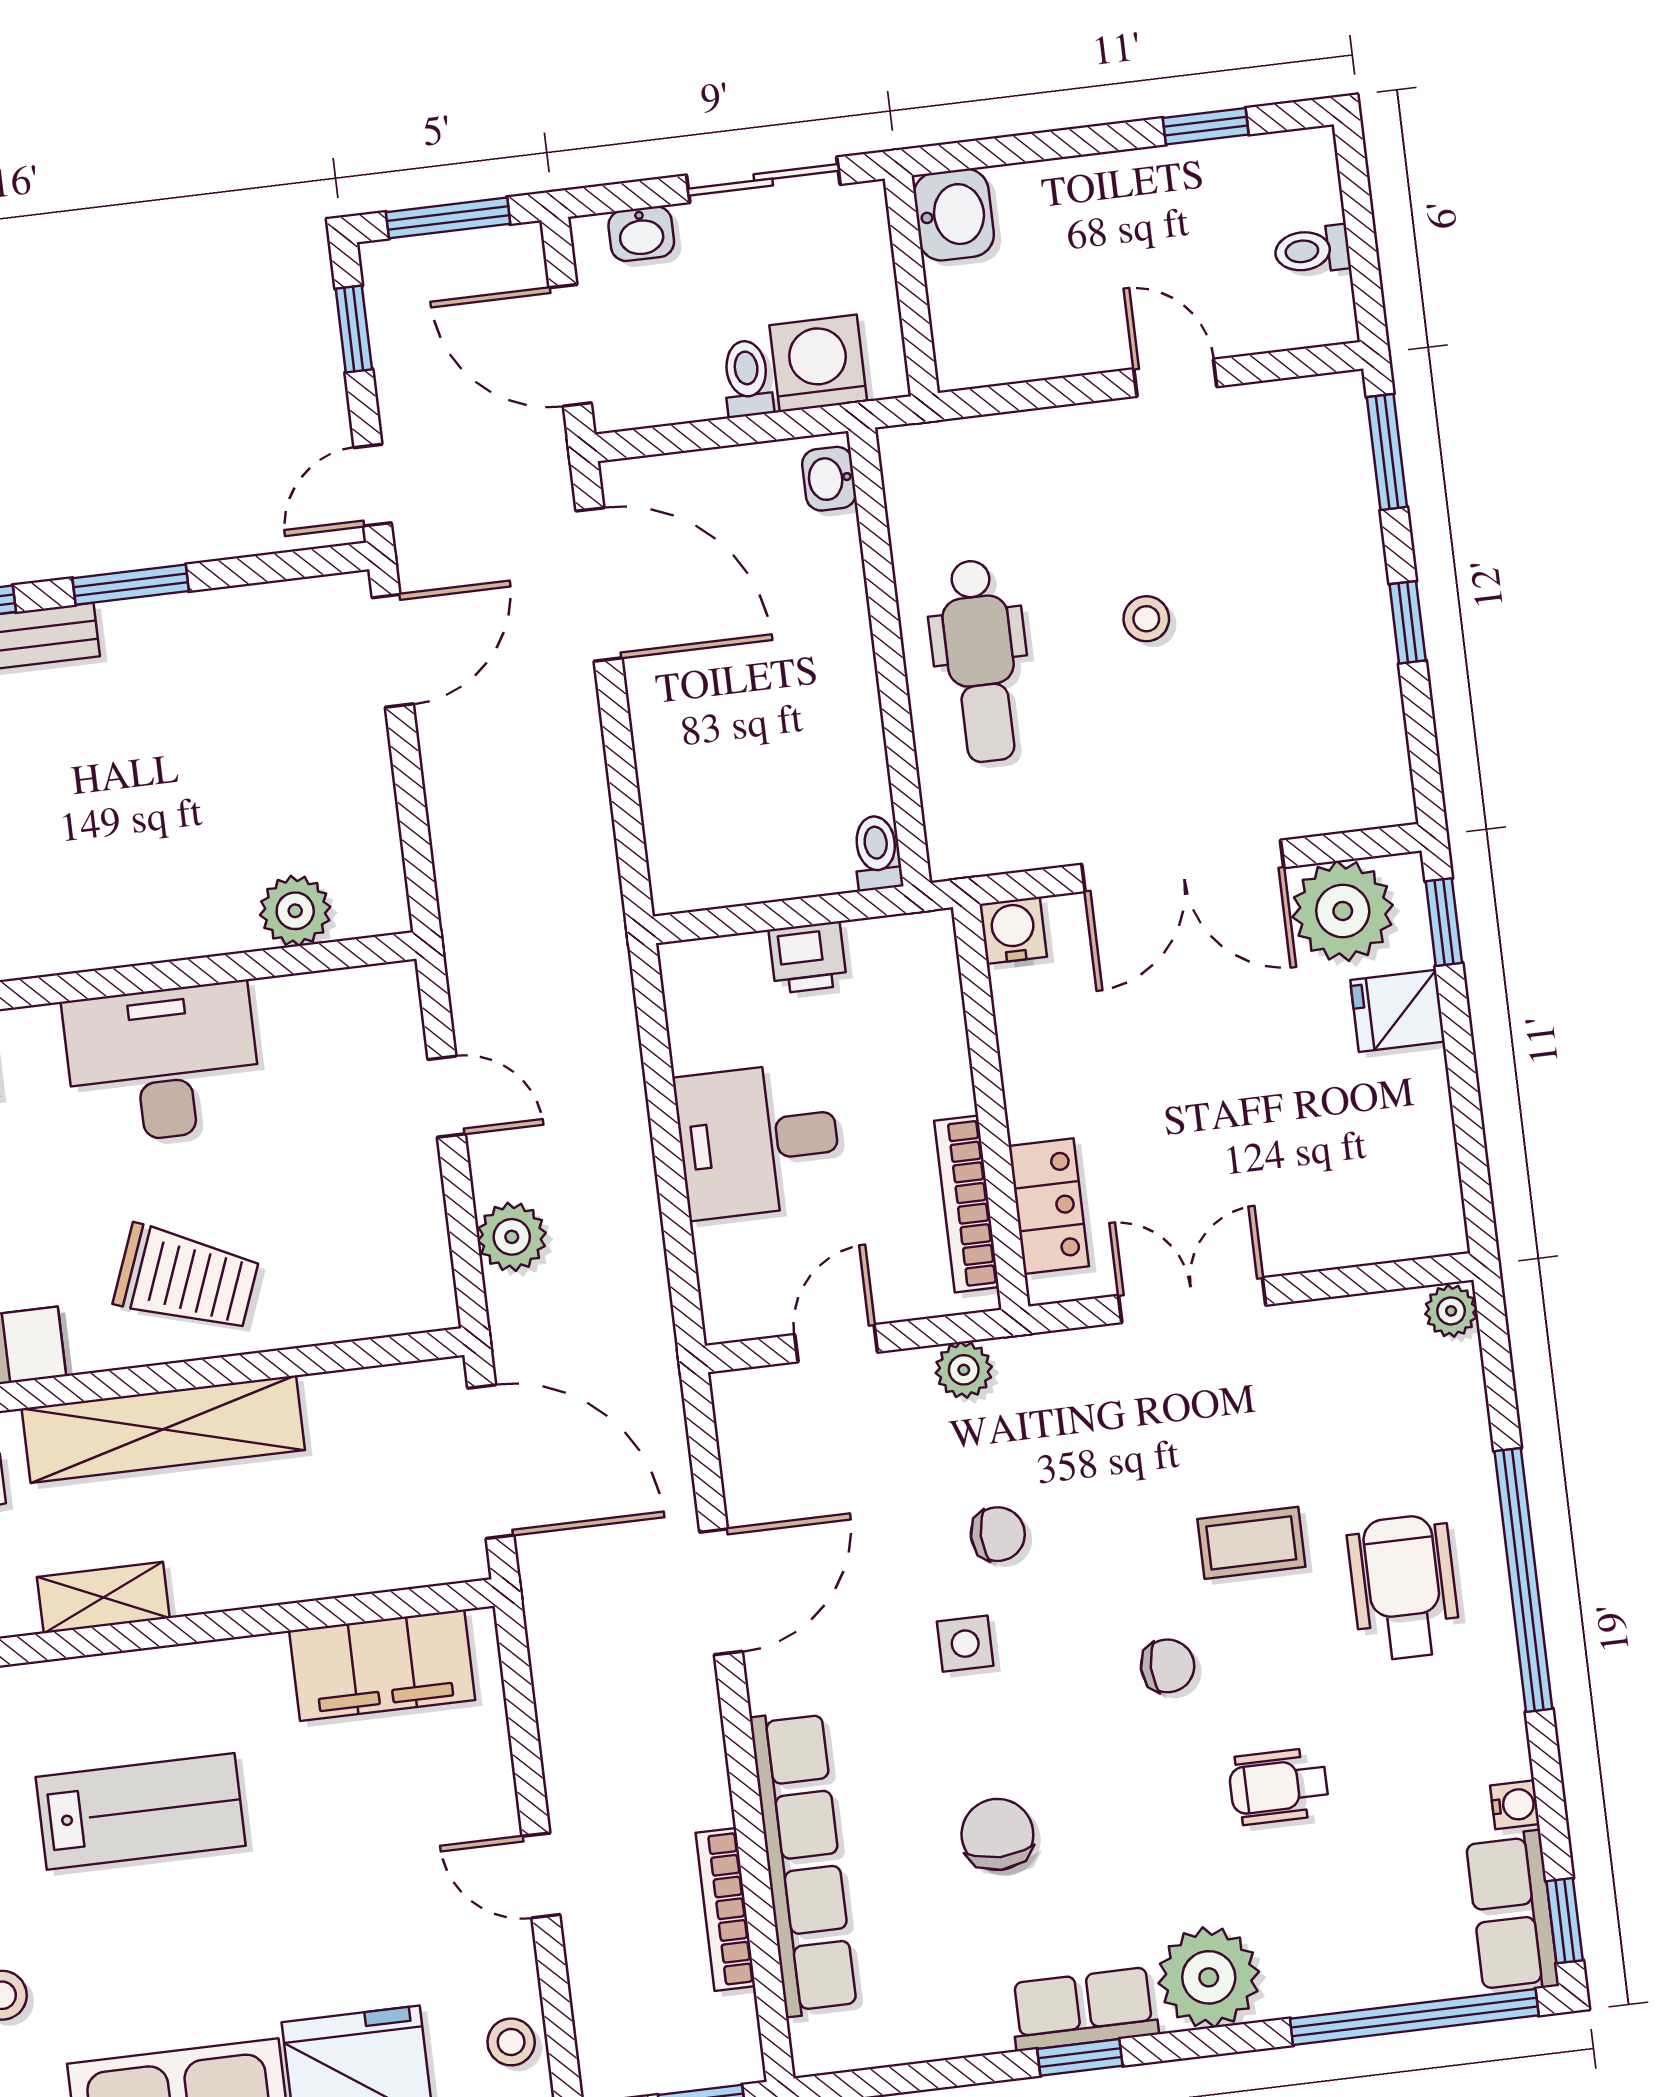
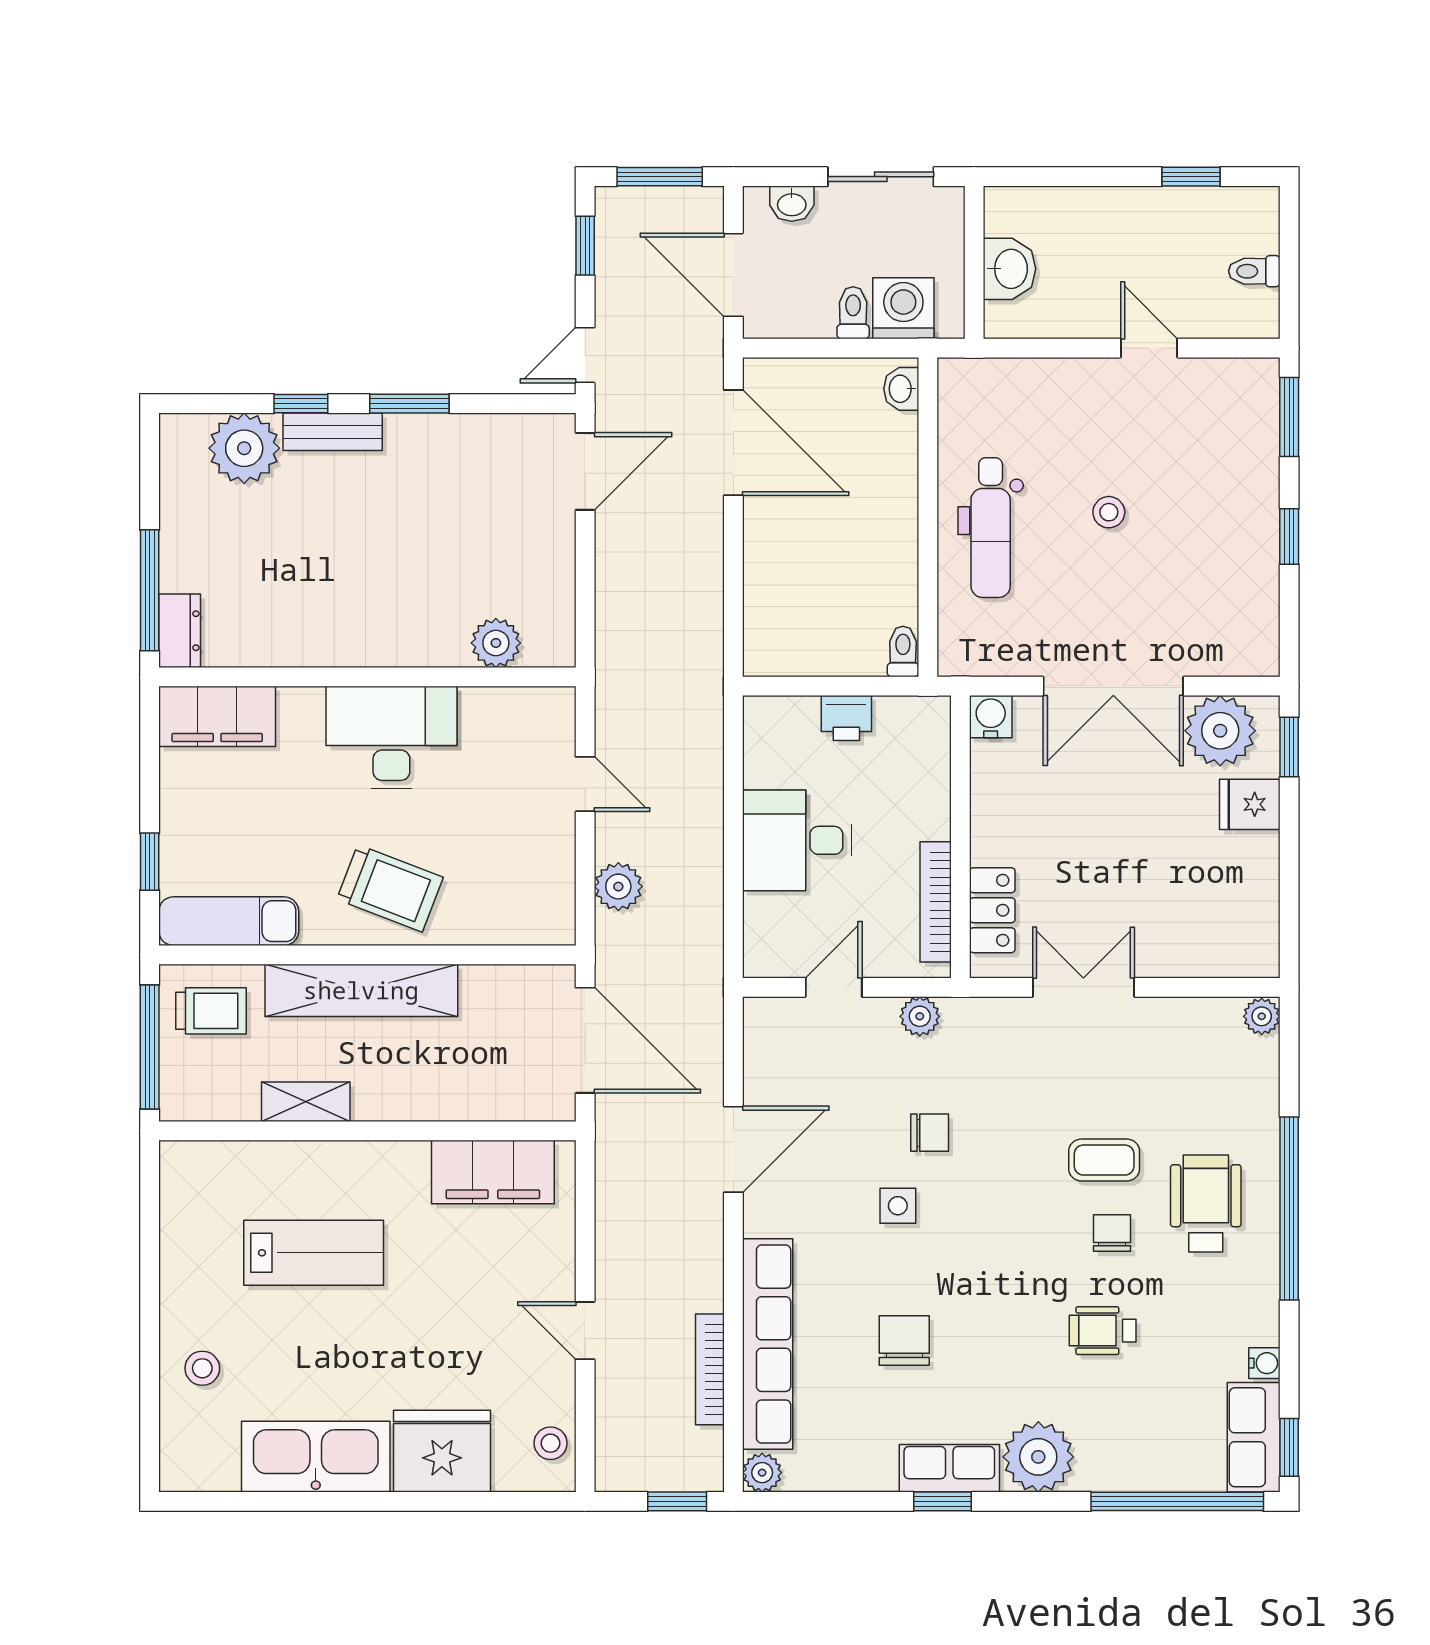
washbasin: (954, 215) -> (1010, 269), moved
chair: (1168, 1666) -> (1112, 1233), moved, turned -90
plant: (818, 2047) -> (762, 1473), added

